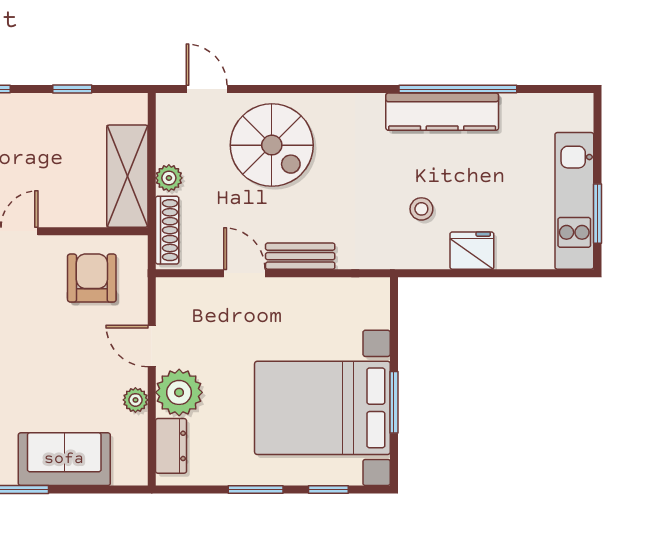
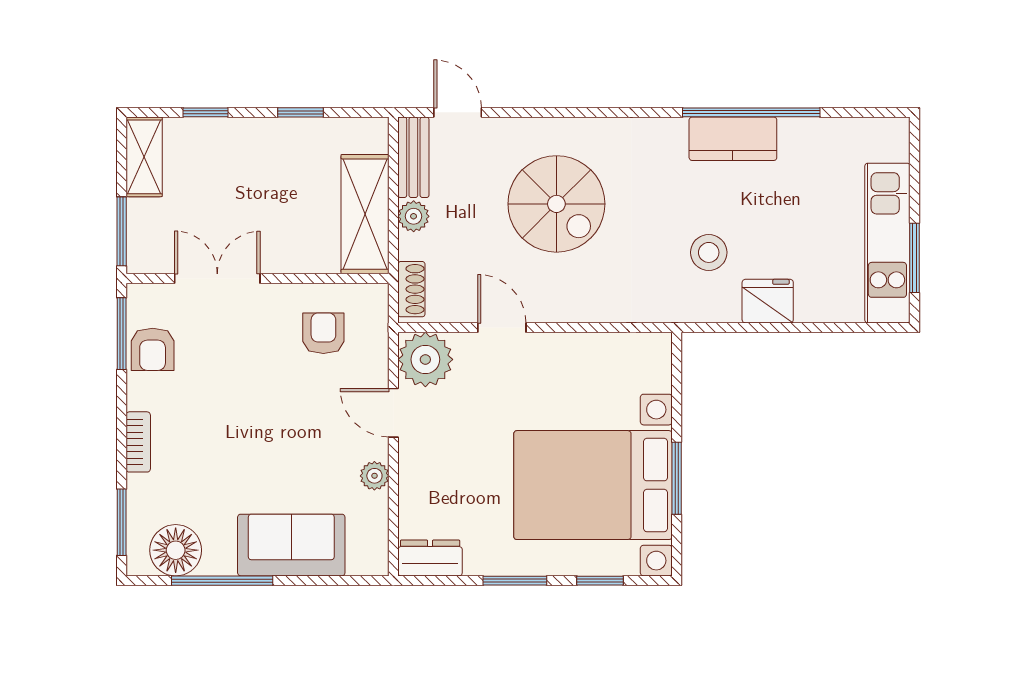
kitchen counter: (442, 112) -> (733, 139), width x0.67
spiral stairs: (272, 145) -> (556, 204), moved
stool: (421, 209) -> (709, 252), width x1.37, depth x1.37
shoe rack: (167, 230) -> (411, 289), width x0.70
bench: (300, 256) -> (413, 157), moved, turned 90
armchair: (92, 278) -> (323, 333), width x0.72, depth x0.72
plant: (179, 392) -> (425, 359), moved
dresser: (171, 446) -> (430, 558), moved, turned -90

